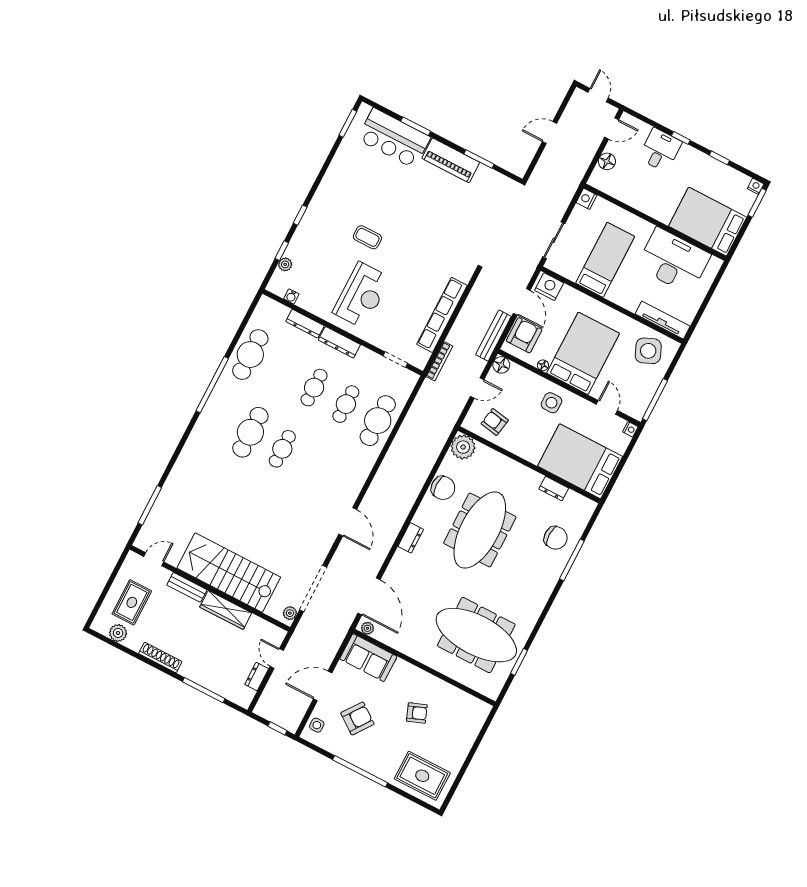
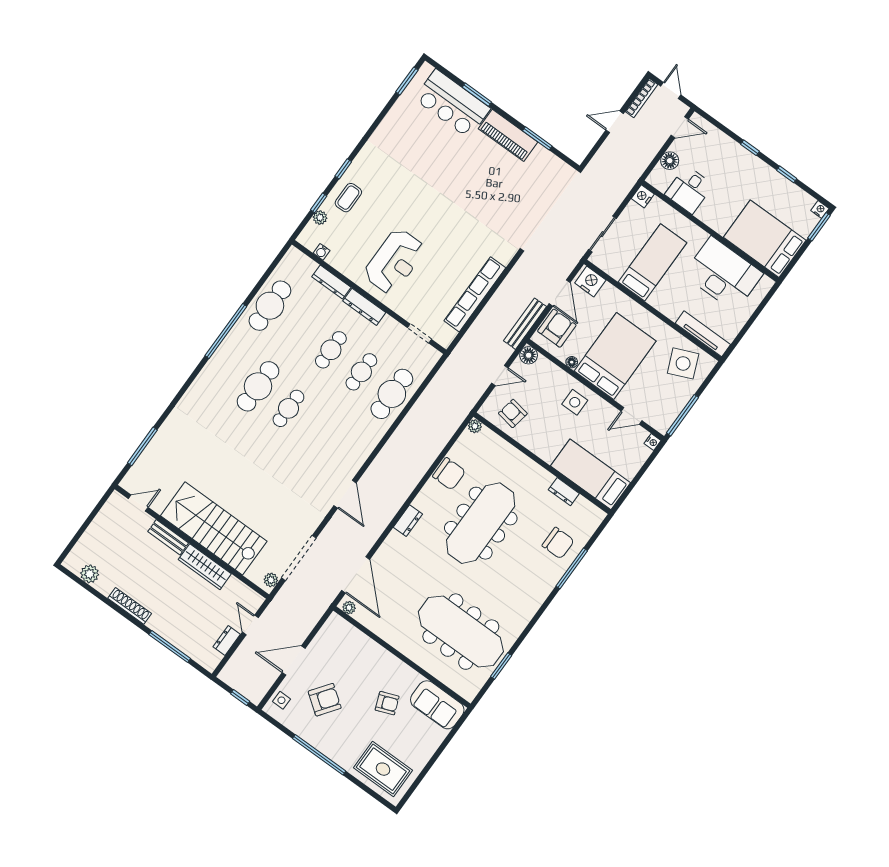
desk: (660, 150) -> (689, 190), moved, turned 180
coffee table: (367, 237) -> (348, 198), moved, turned 90
bookcase: (439, 361) -> (642, 98), moved
door: (607, 407) -> (632, 416), swing flipped
plant: (463, 447) -> (475, 426), width x0.53, depth x0.53
bed: (580, 461) -> (591, 474), width x0.67
rug: (132, 602) -> (109, 544), removed
sofa: (368, 658) -> (437, 705), moved

